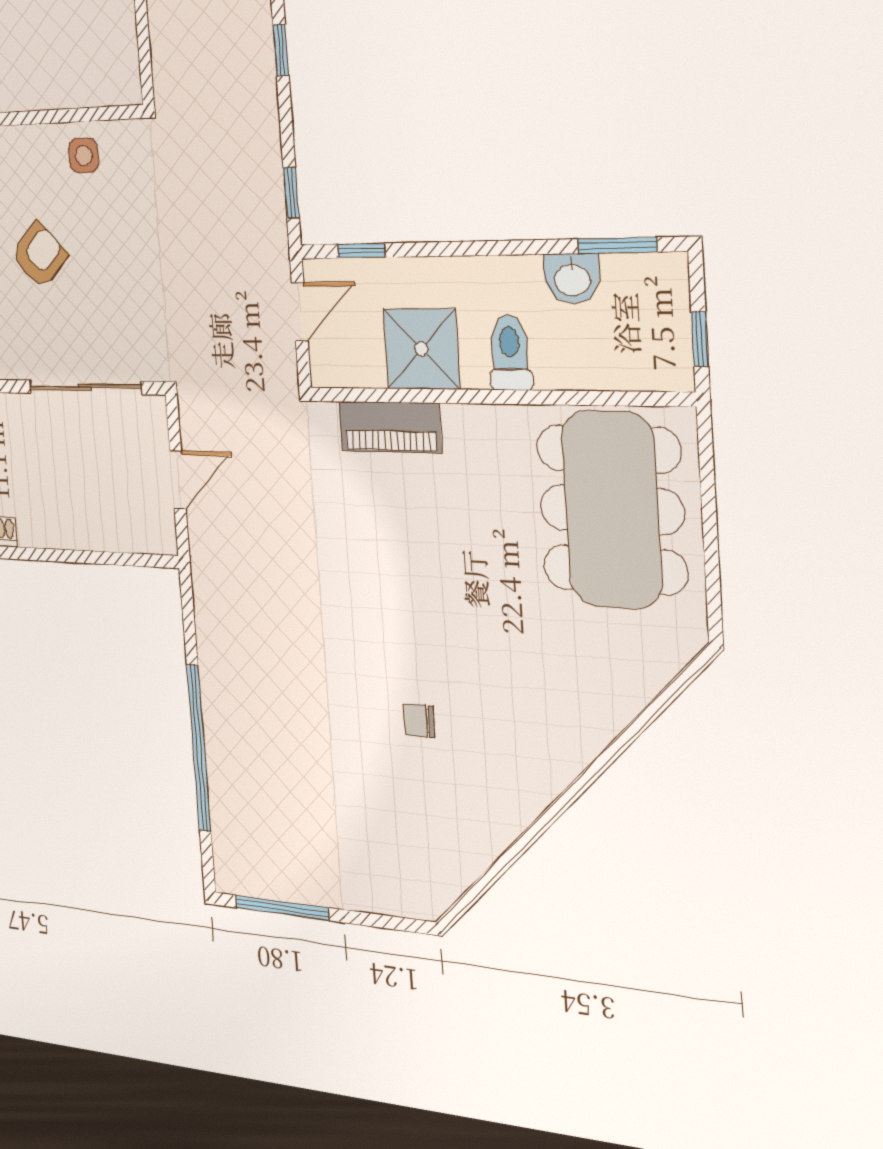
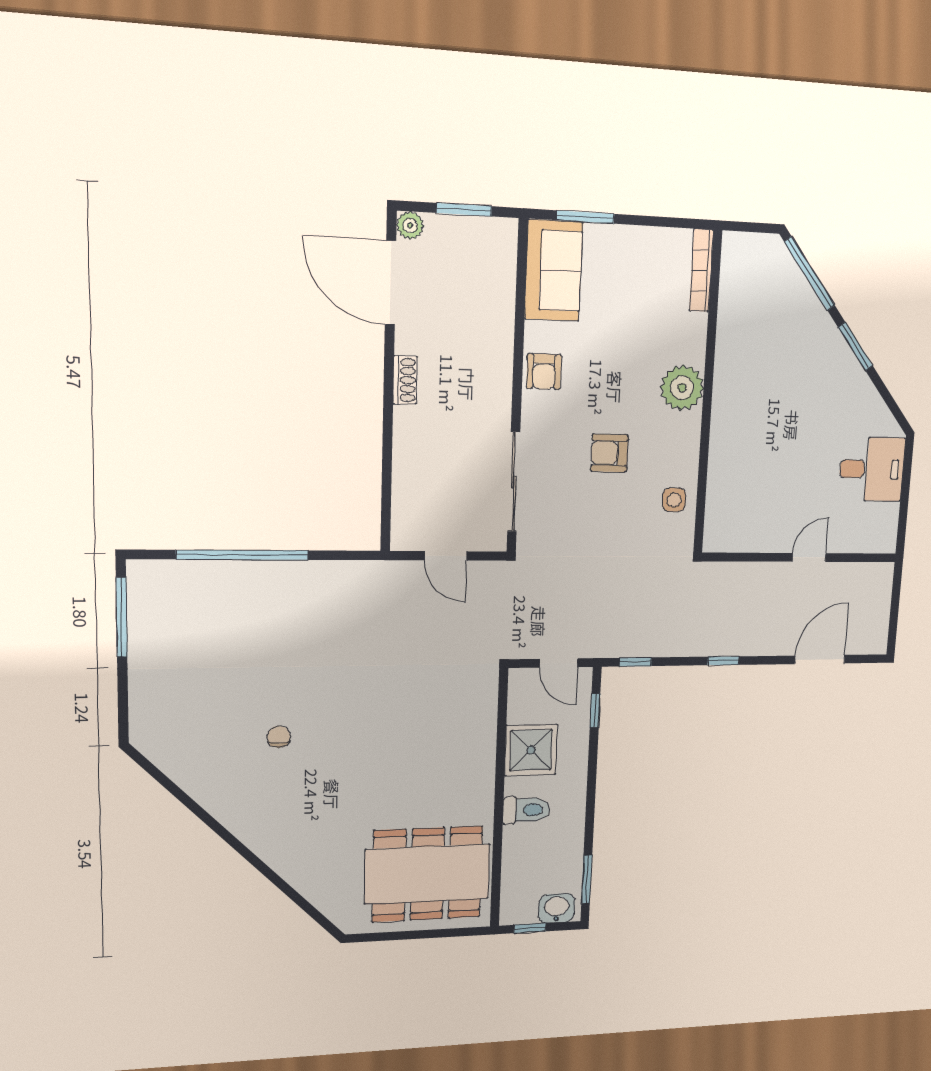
armchair: (40, 255) -> (609, 453), turned 135
washbasin: (572, 279) -> (557, 908), moved, turned 90
piano: (390, 427) -> (481, 725), removed

